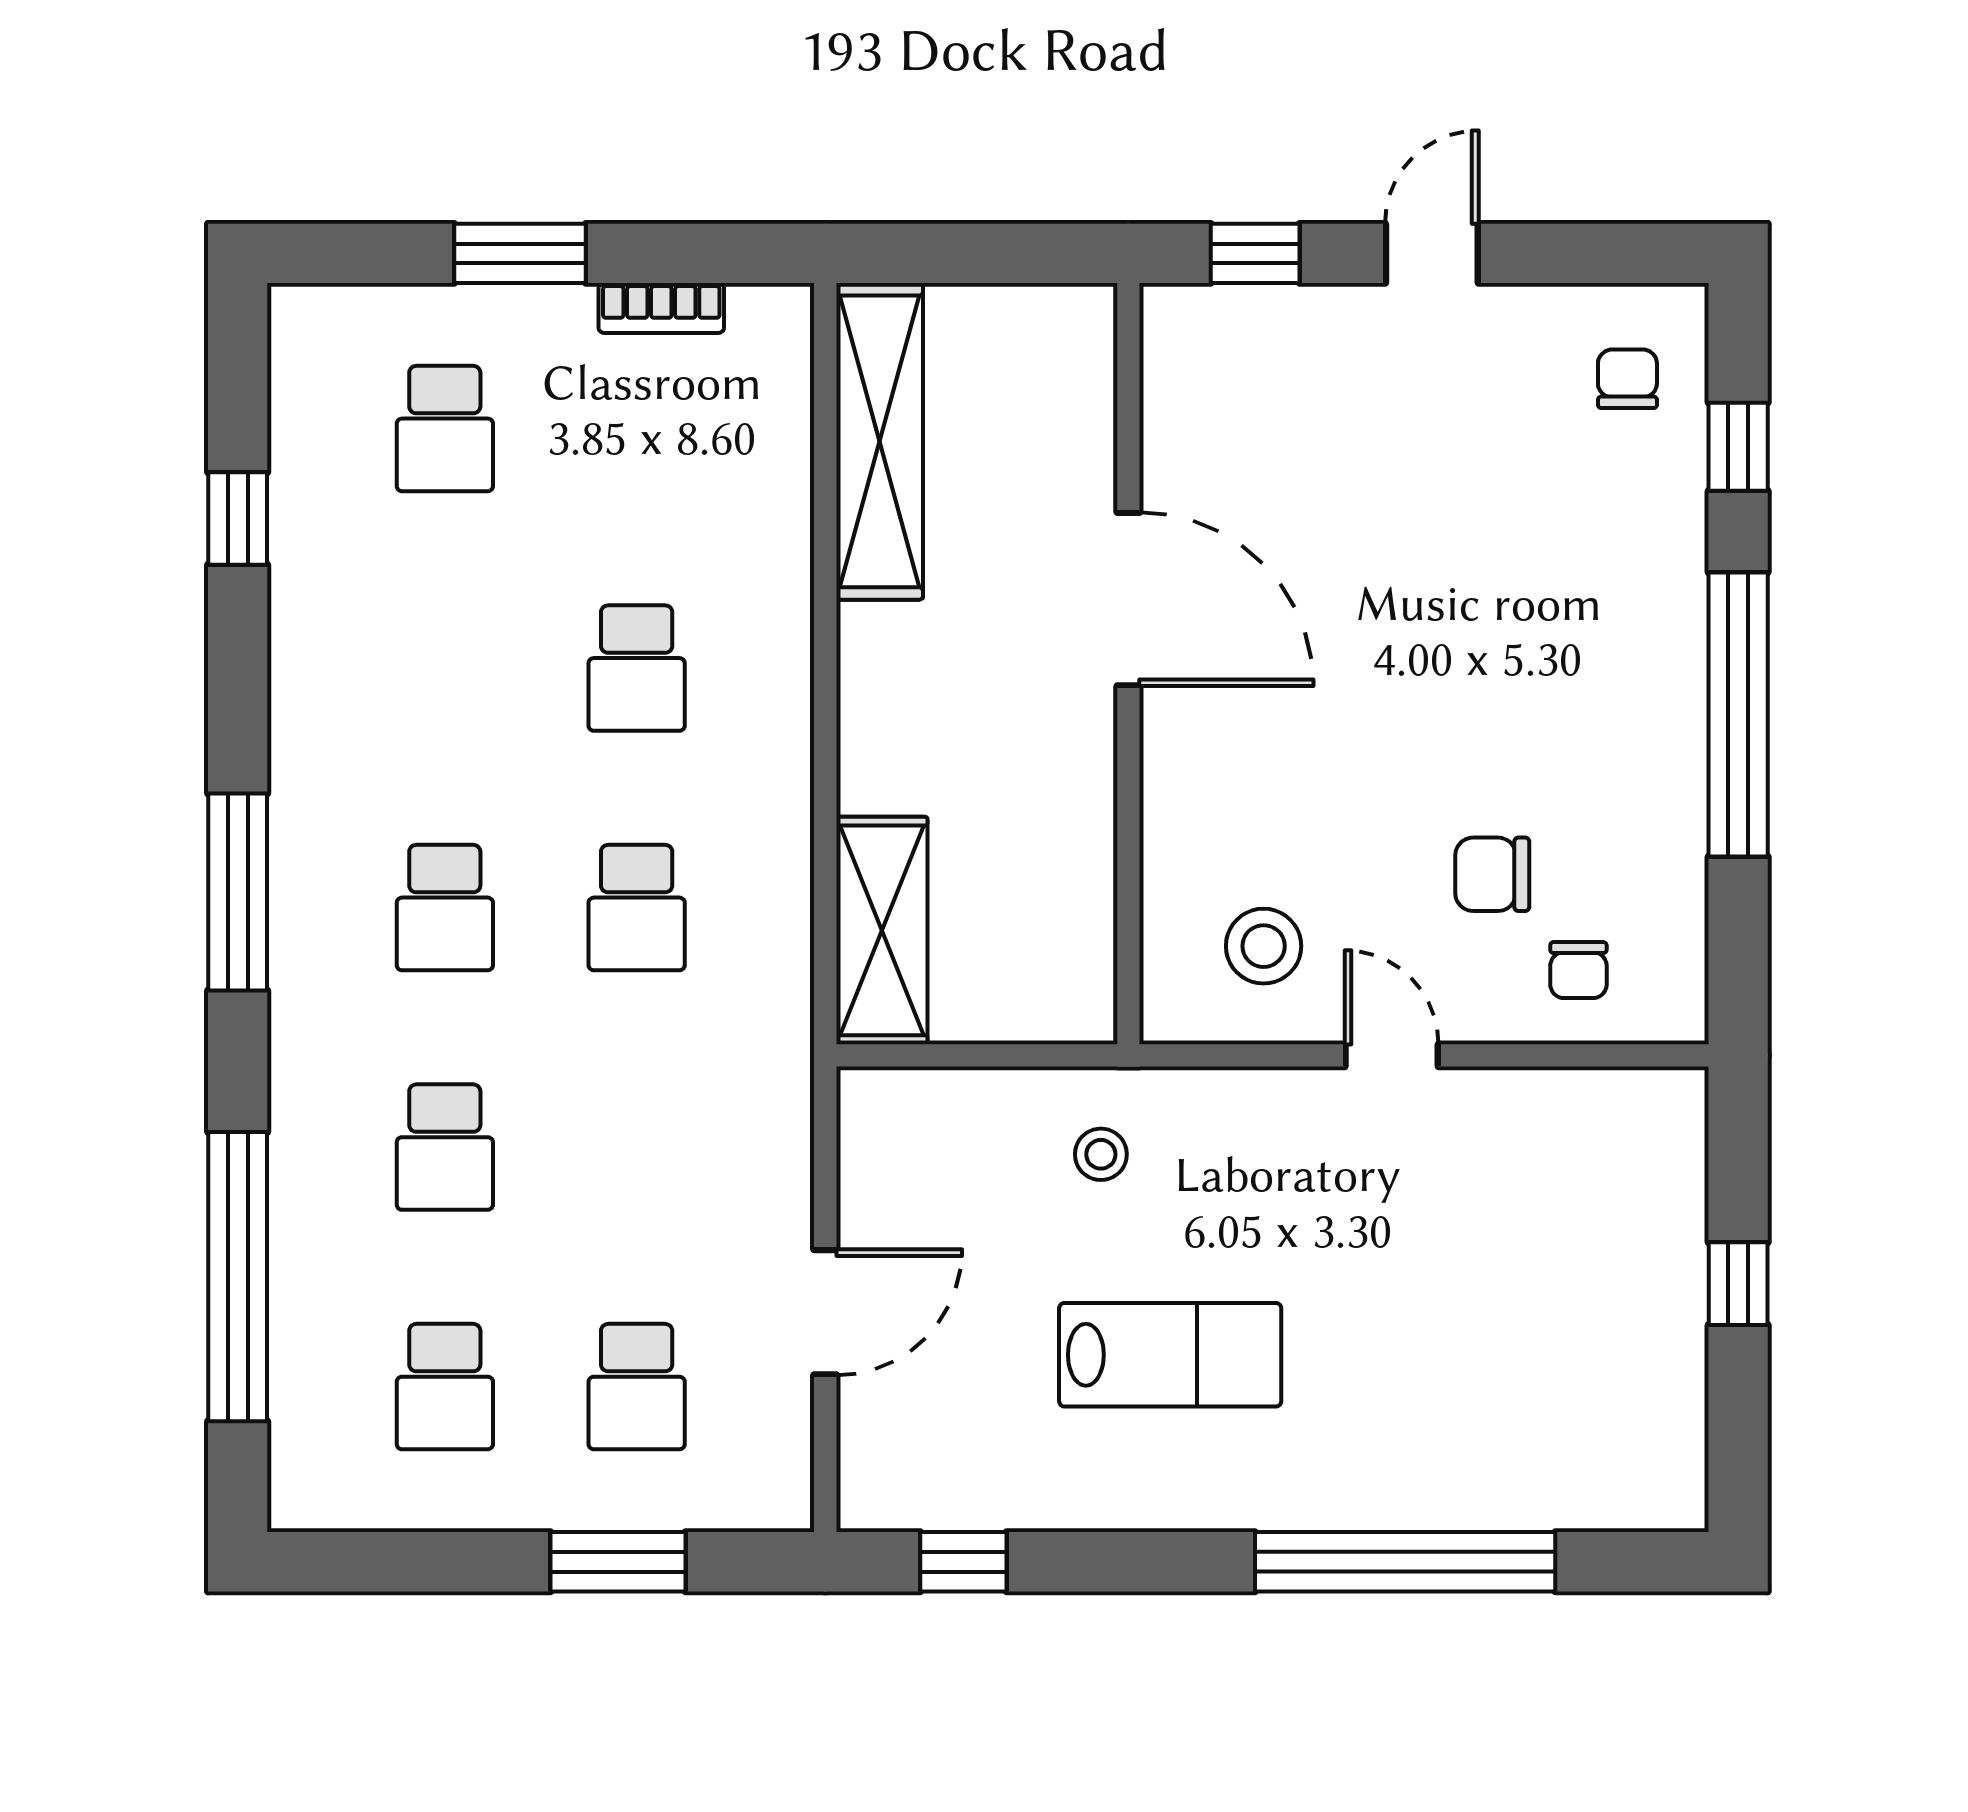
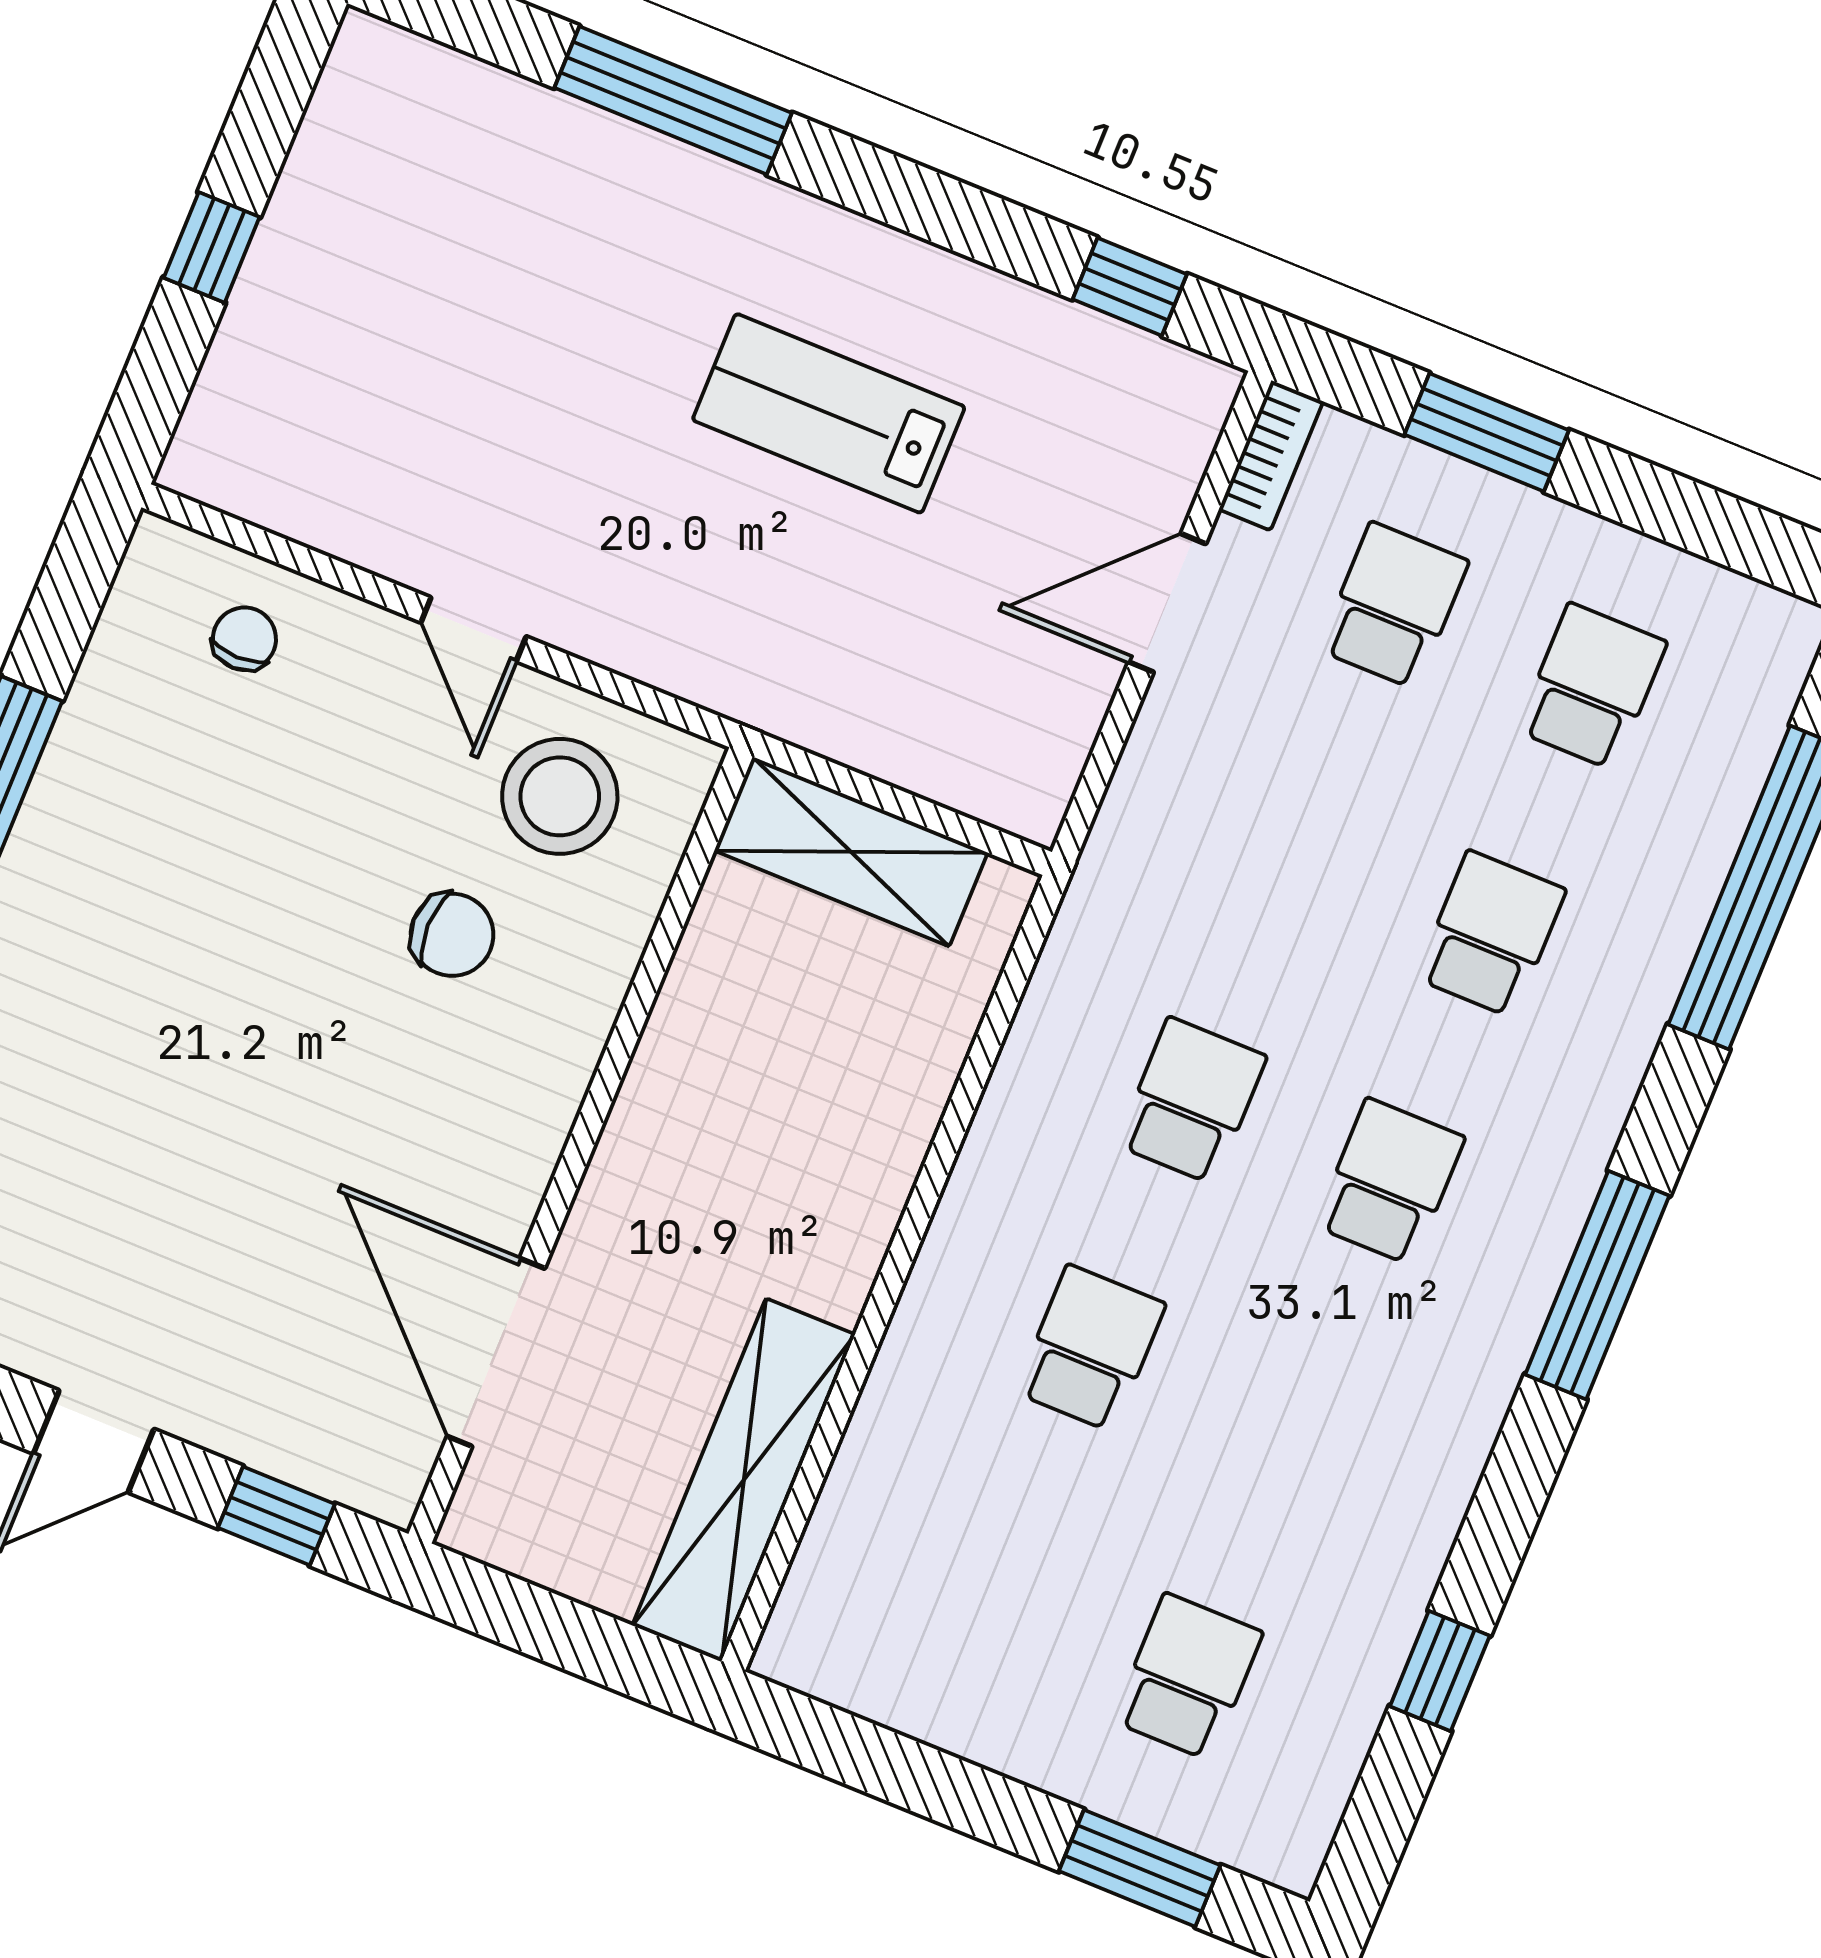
window: (520, 253) -> (1140, 1868), moved
bookcase: (661, 308) -> (1271, 455), moved, turned 90
door: (1128, 599) -> (496, 1352), moved
chair: (1492, 874) -> (452, 935), moved
shelving: (882, 930) -> (851, 852), moved, turned 90
stool: (1264, 946) -> (560, 796), width x1.38, depth x1.38
stool: (1101, 1154) -> (816, 650), removed
window: (1405, 1562) -> (673, 100), width x0.68

